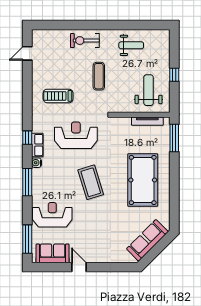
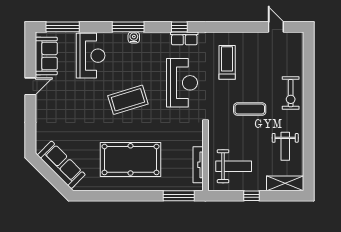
exercise bike: (85, 41) -> (291, 93), turned 180
shelving: (164, 45) -> (285, 183), added
row of seats: (37, 145) -> (184, 38), moved
water cooler: (36, 163) -> (134, 37), moved

